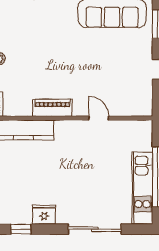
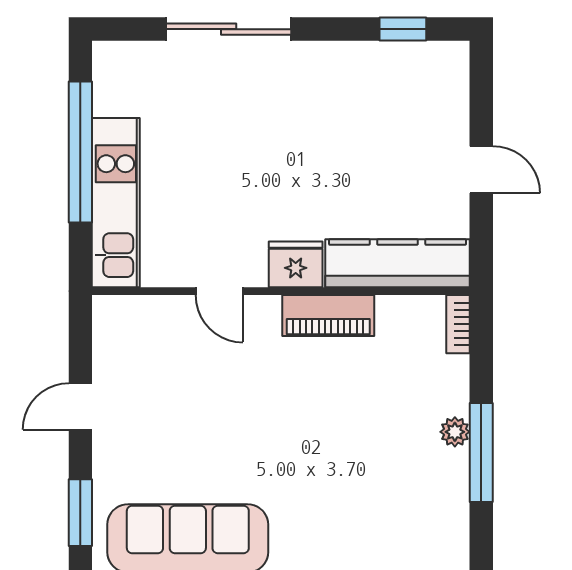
kitchen unit: (142, 188) -> (116, 203), moved
fridge: (44, 215) -> (296, 264), moved, turned 180

